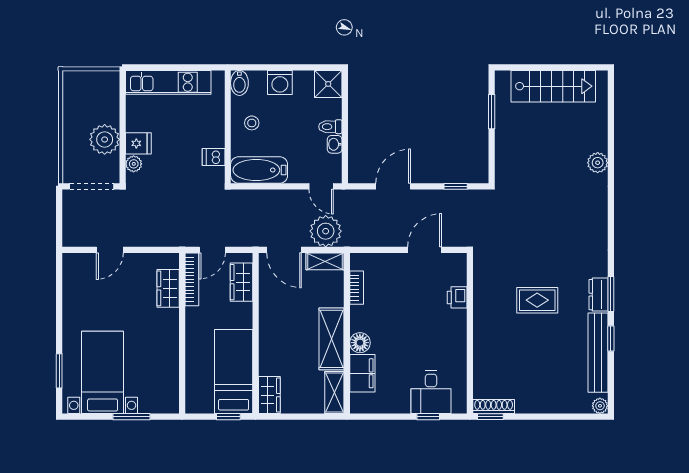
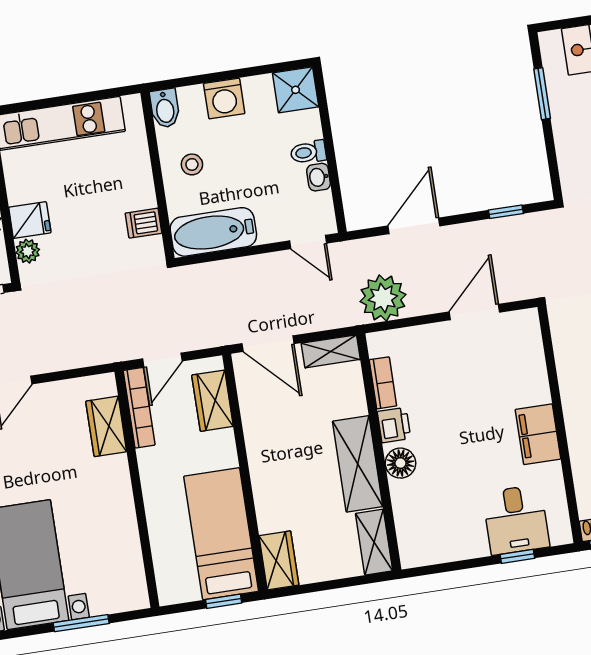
plant: (326, 231) -> (383, 298), moved
printer: (457, 297) -> (394, 425), moved, turned 180
filing cabinet: (362, 373) -> (538, 434), moved, turned 180

